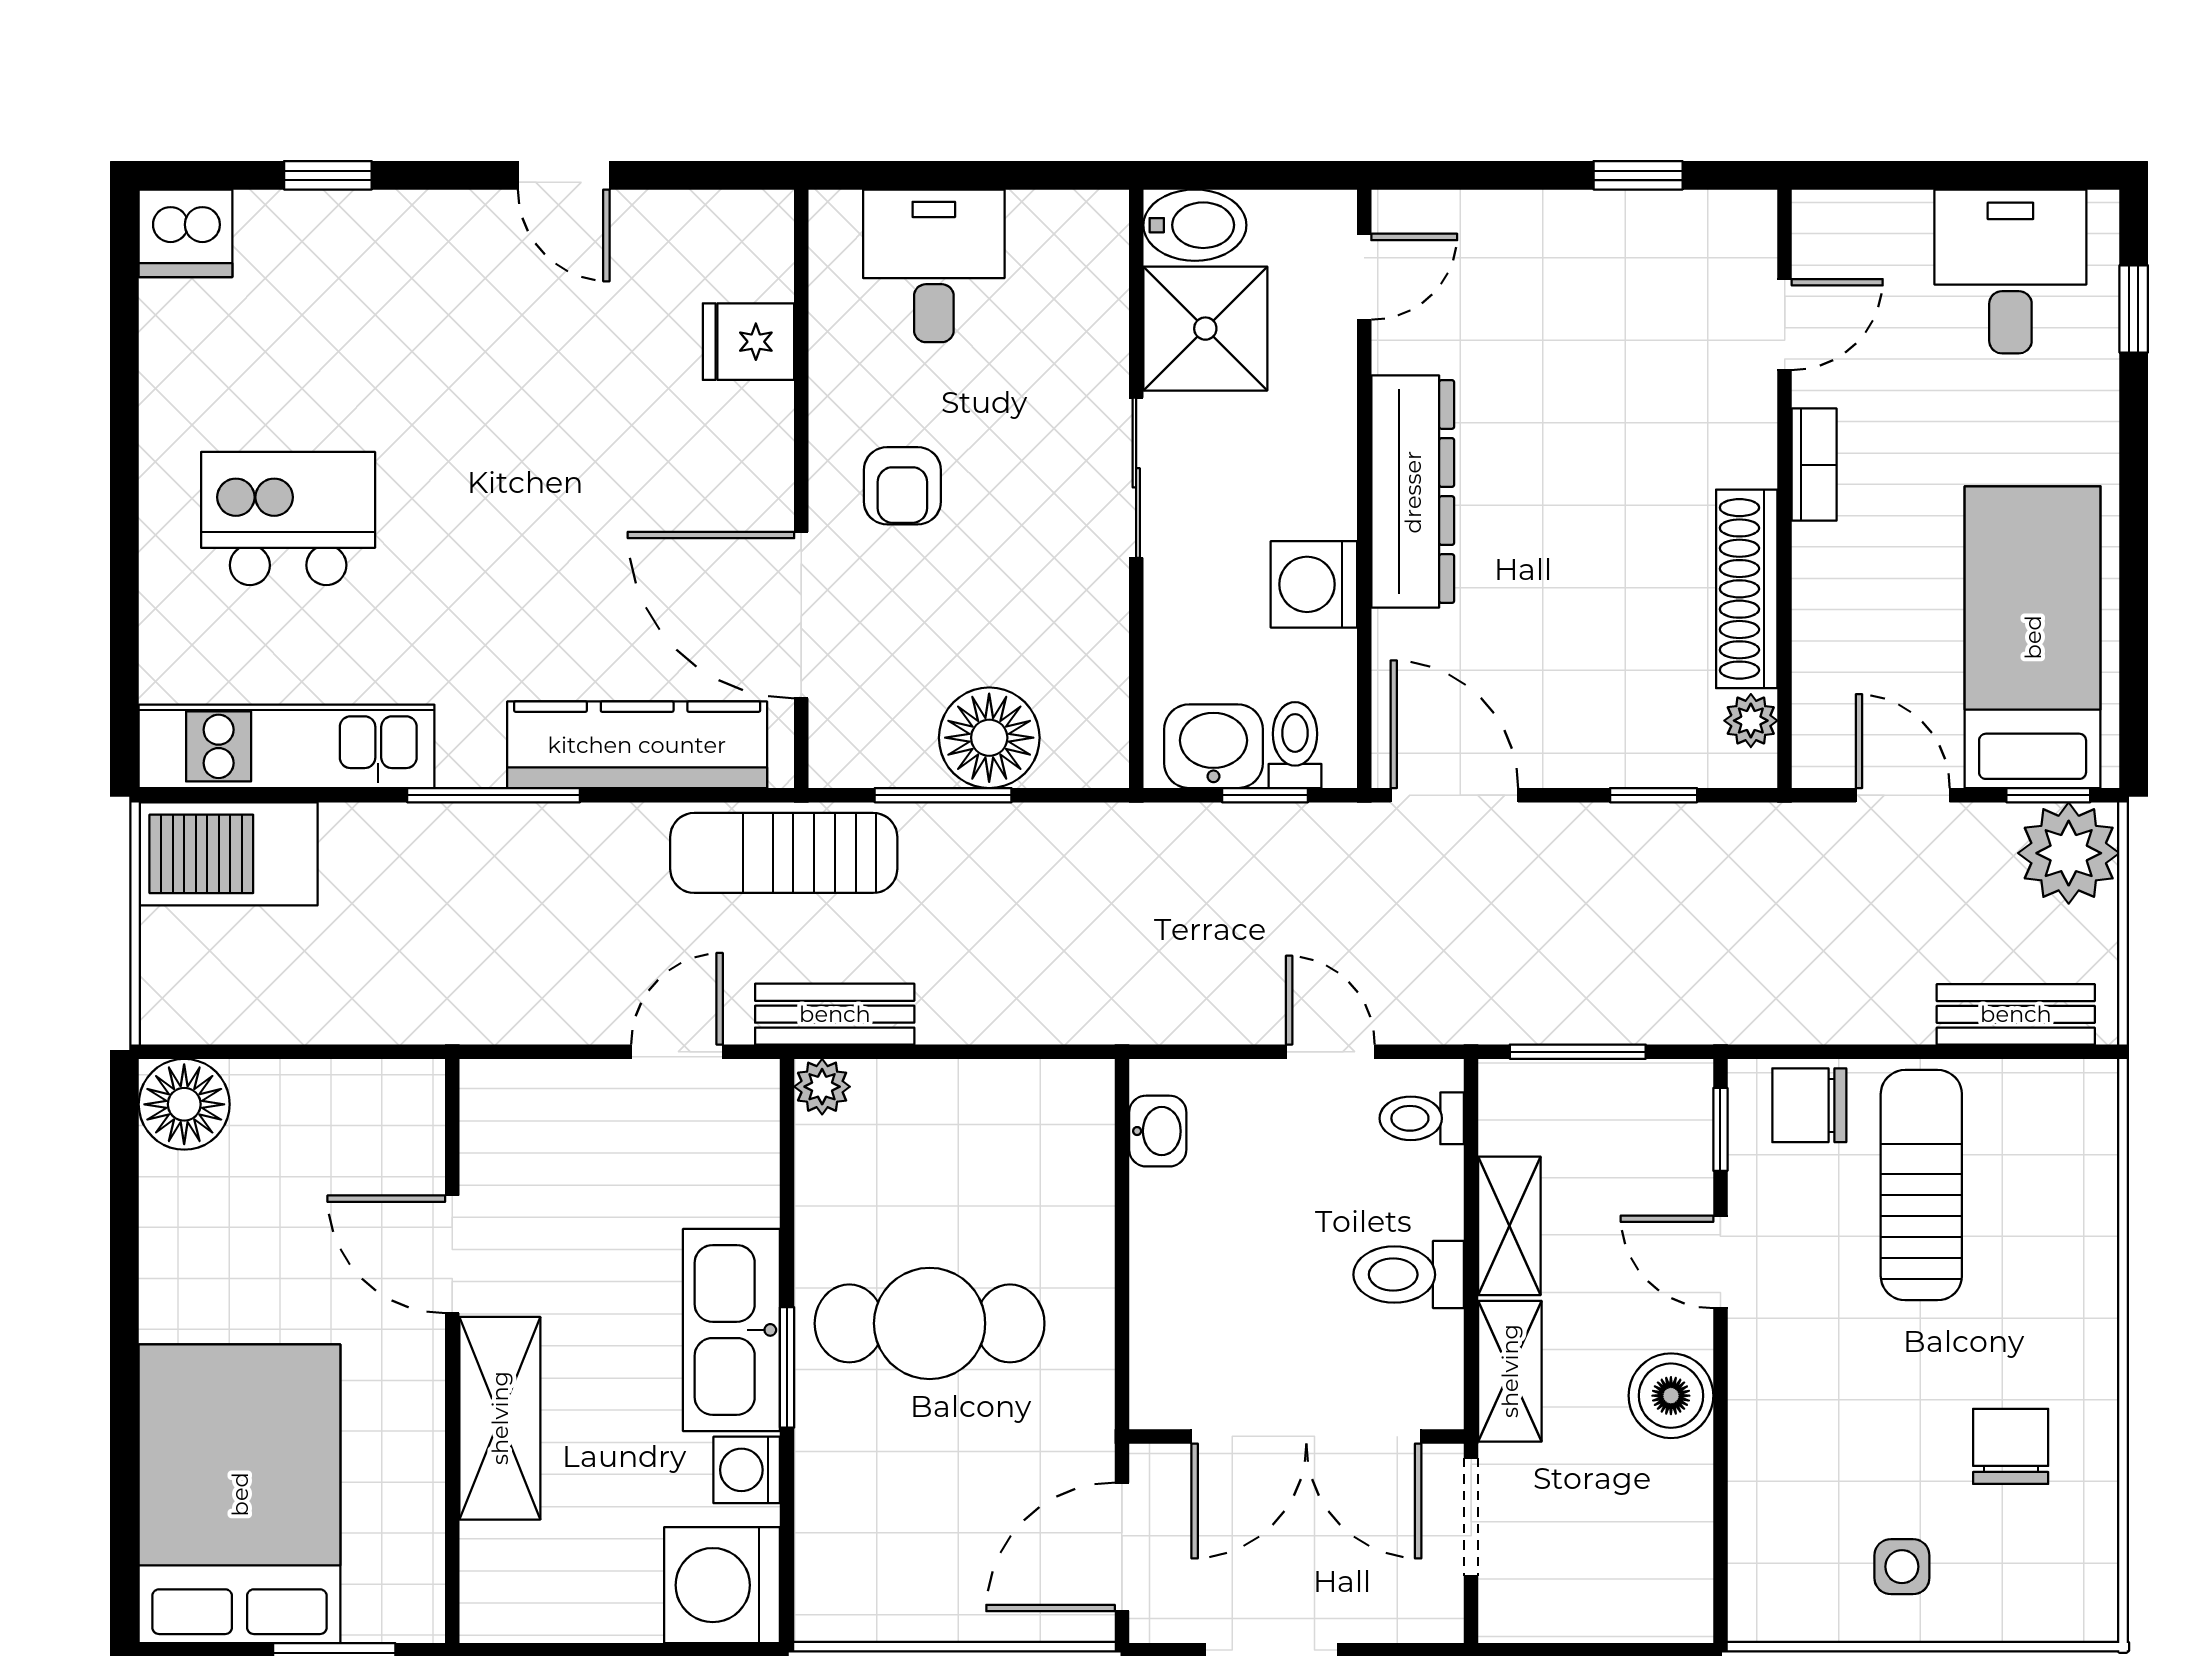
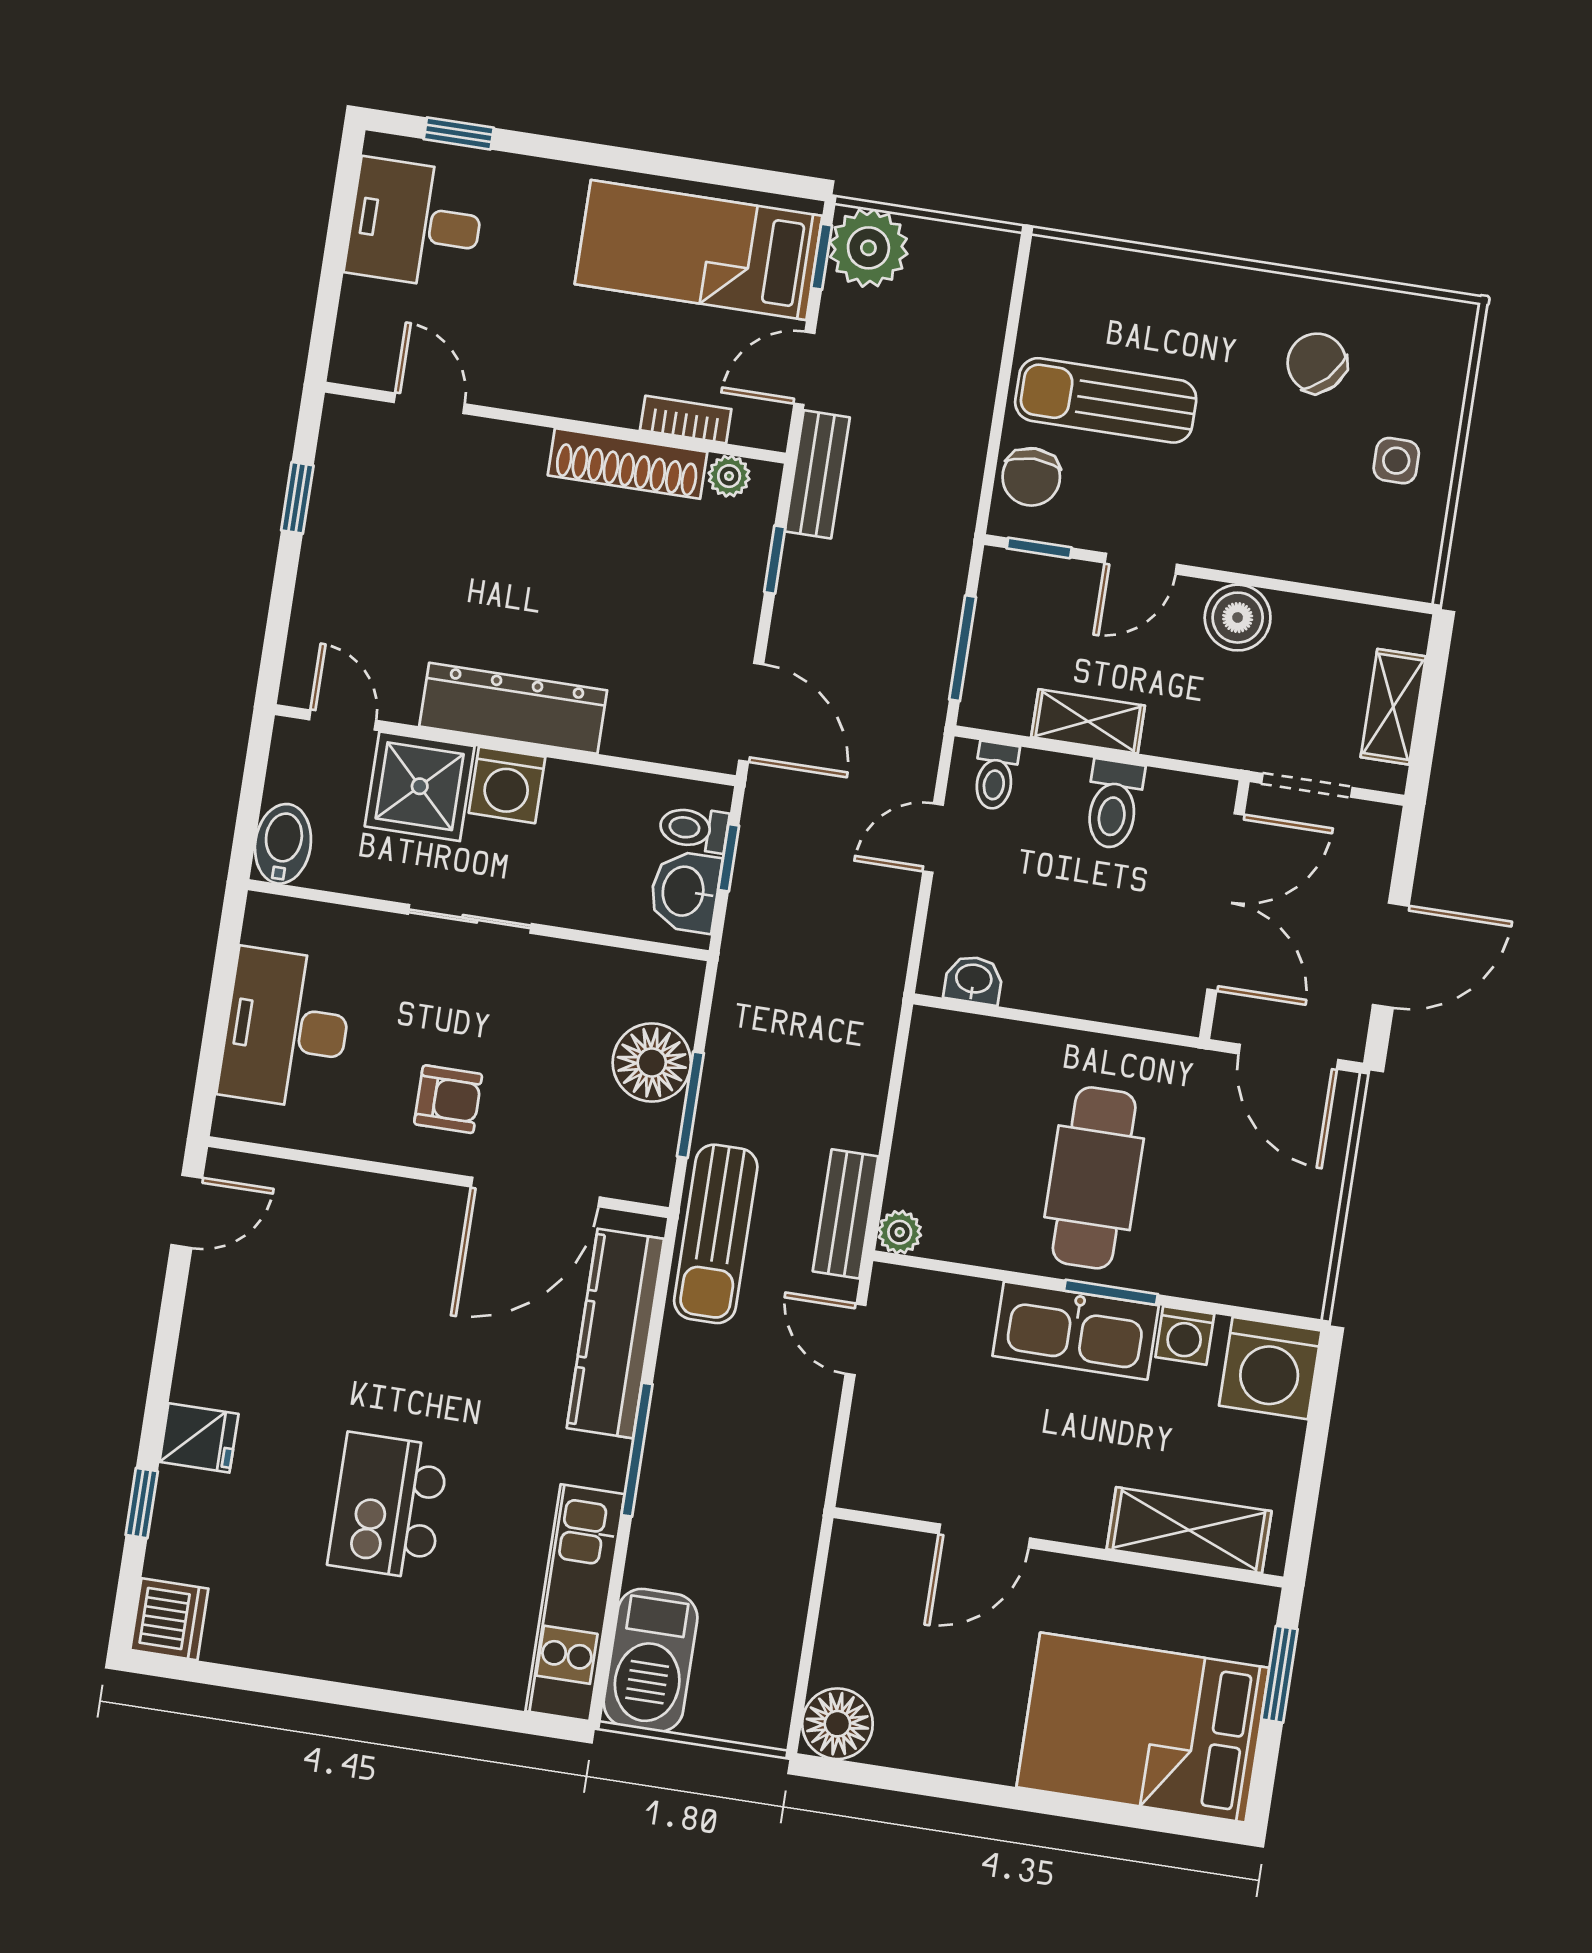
door: (564, 175) -> (187, 1211), moved
desk: (934, 266) -> (286, 1029), width x1.37
shower: (1205, 329) -> (420, 786), moved
fridge: (749, 342) -> (199, 1438), moved, turned -90
bookcase: (1814, 465) -> (686, 420), moved
kitchen island: (288, 519) -> (388, 1506), moved
washing machine: (1314, 584) -> (507, 785), moved
door: (1454, 795) -> (751, 712), swing flipped
bench: (2016, 1014) -> (817, 474), moved
shelving: (1510, 1371) -> (1393, 707), moved, turned 90
shelving: (500, 1418) -> (1189, 1530), moved
chair: (2011, 1446) -> (1317, 363), turned 44

